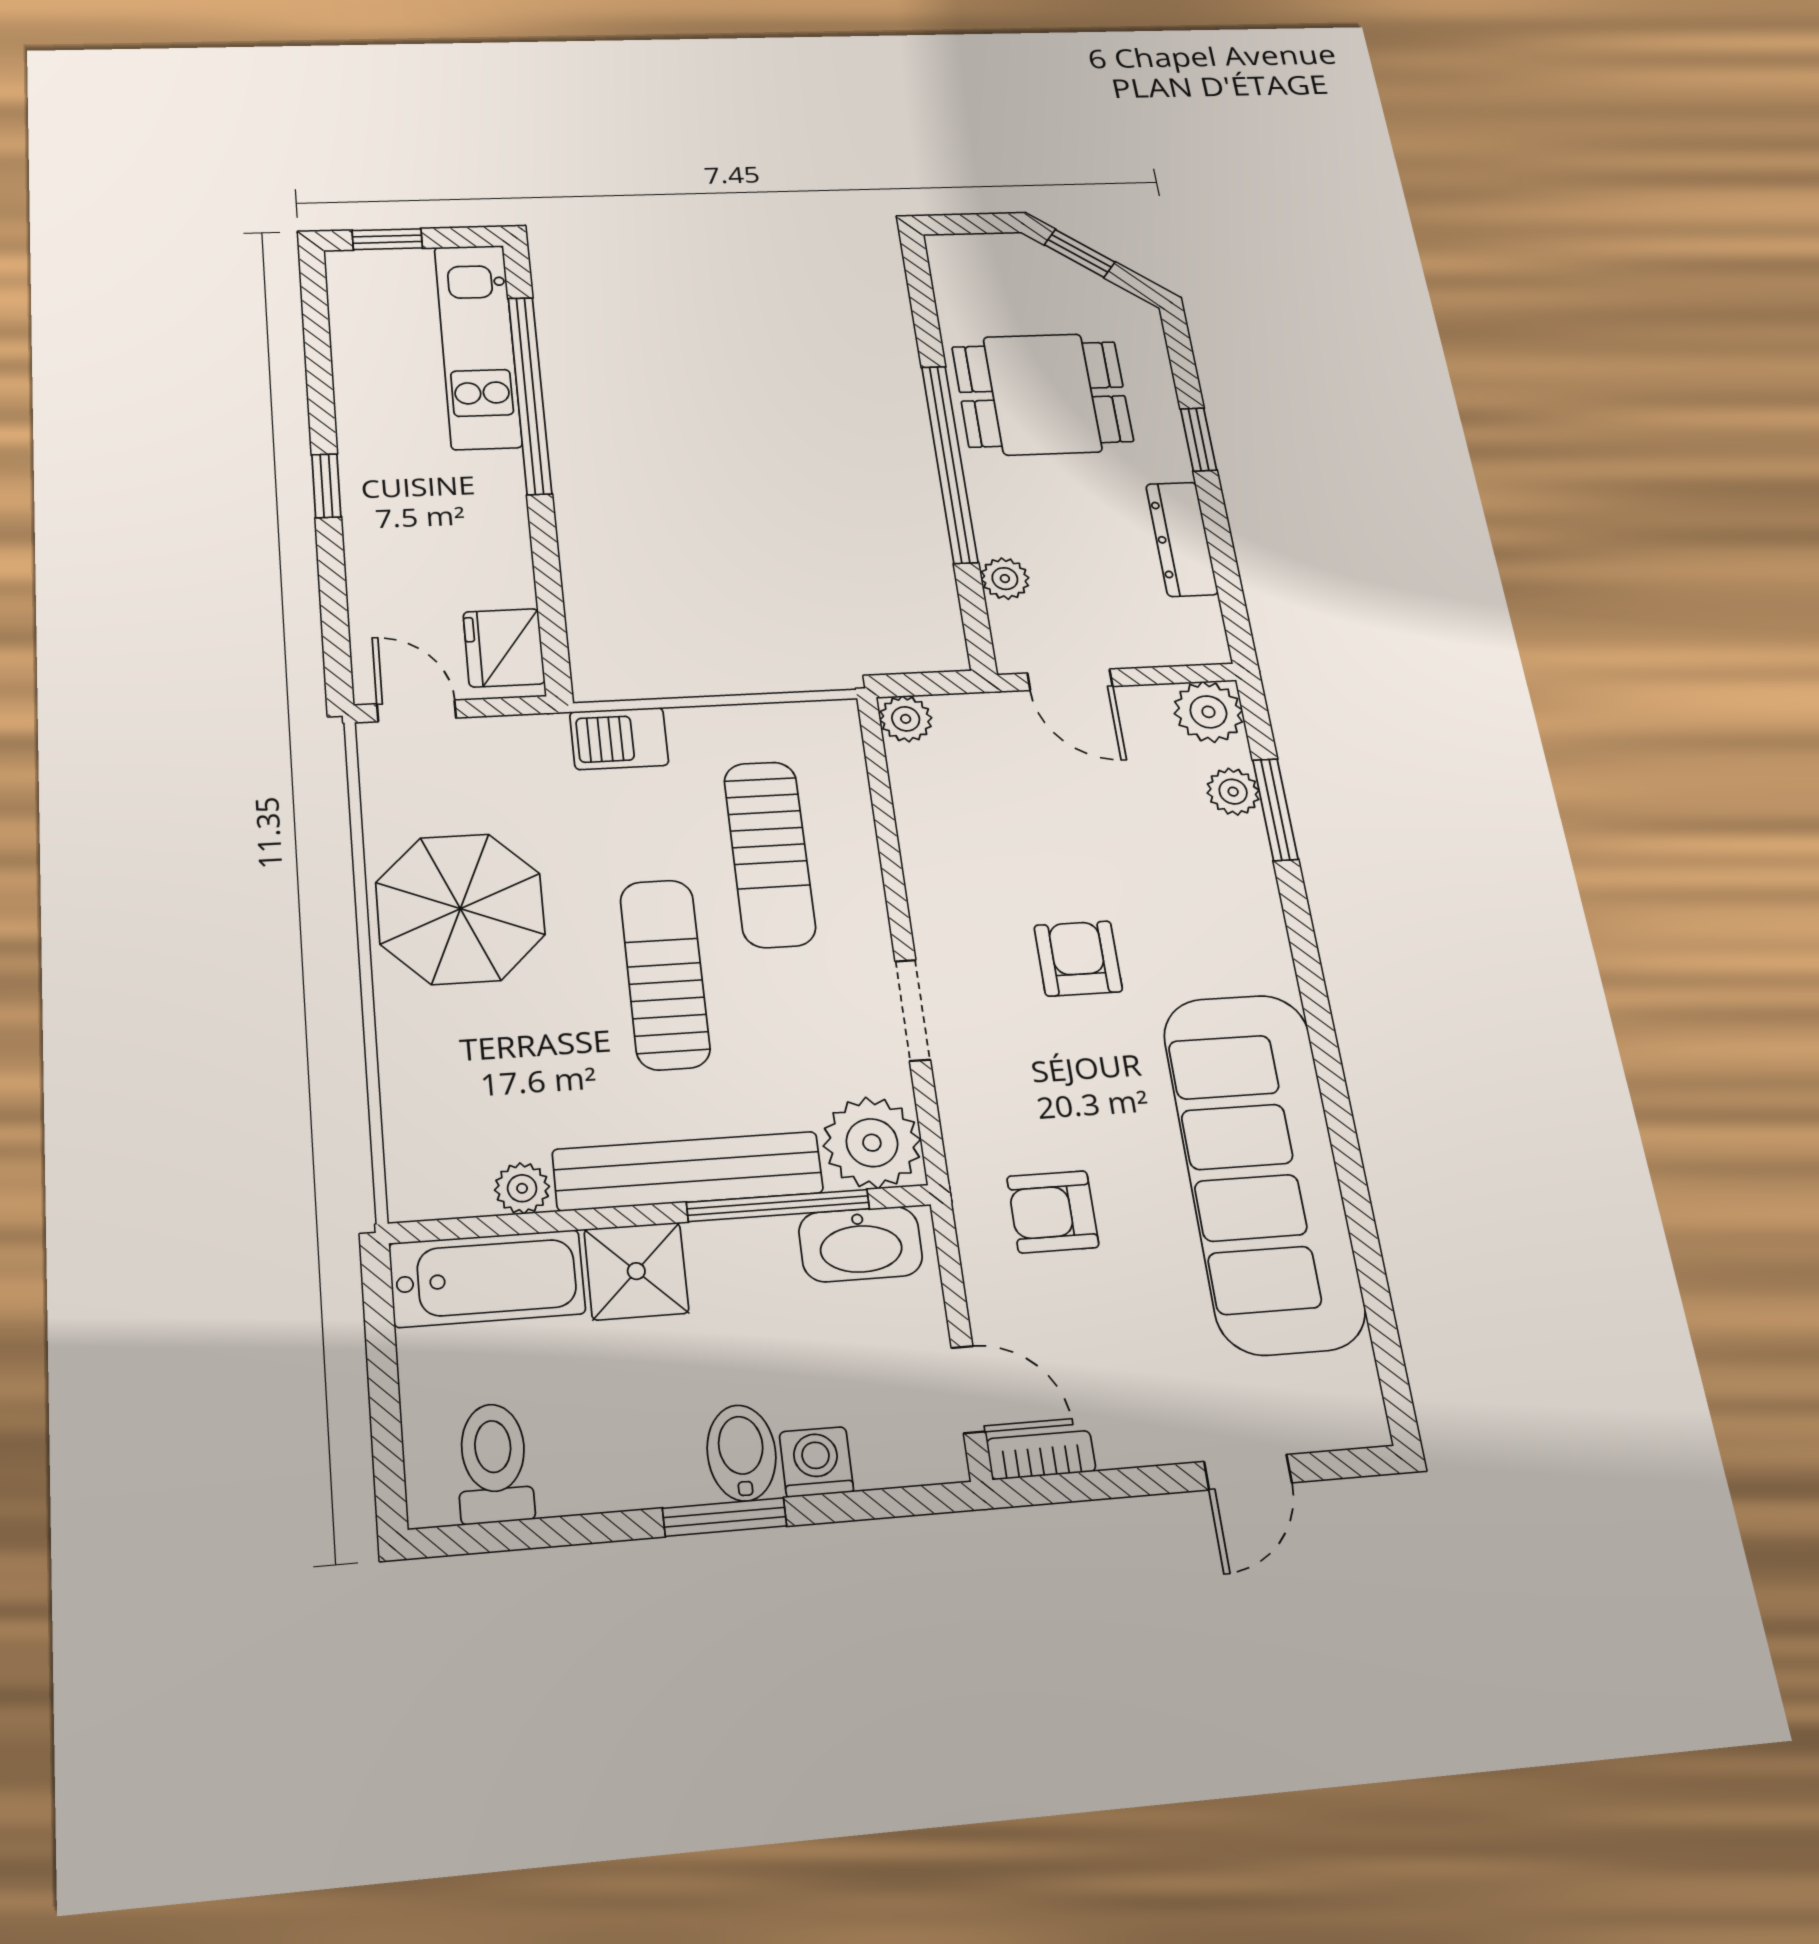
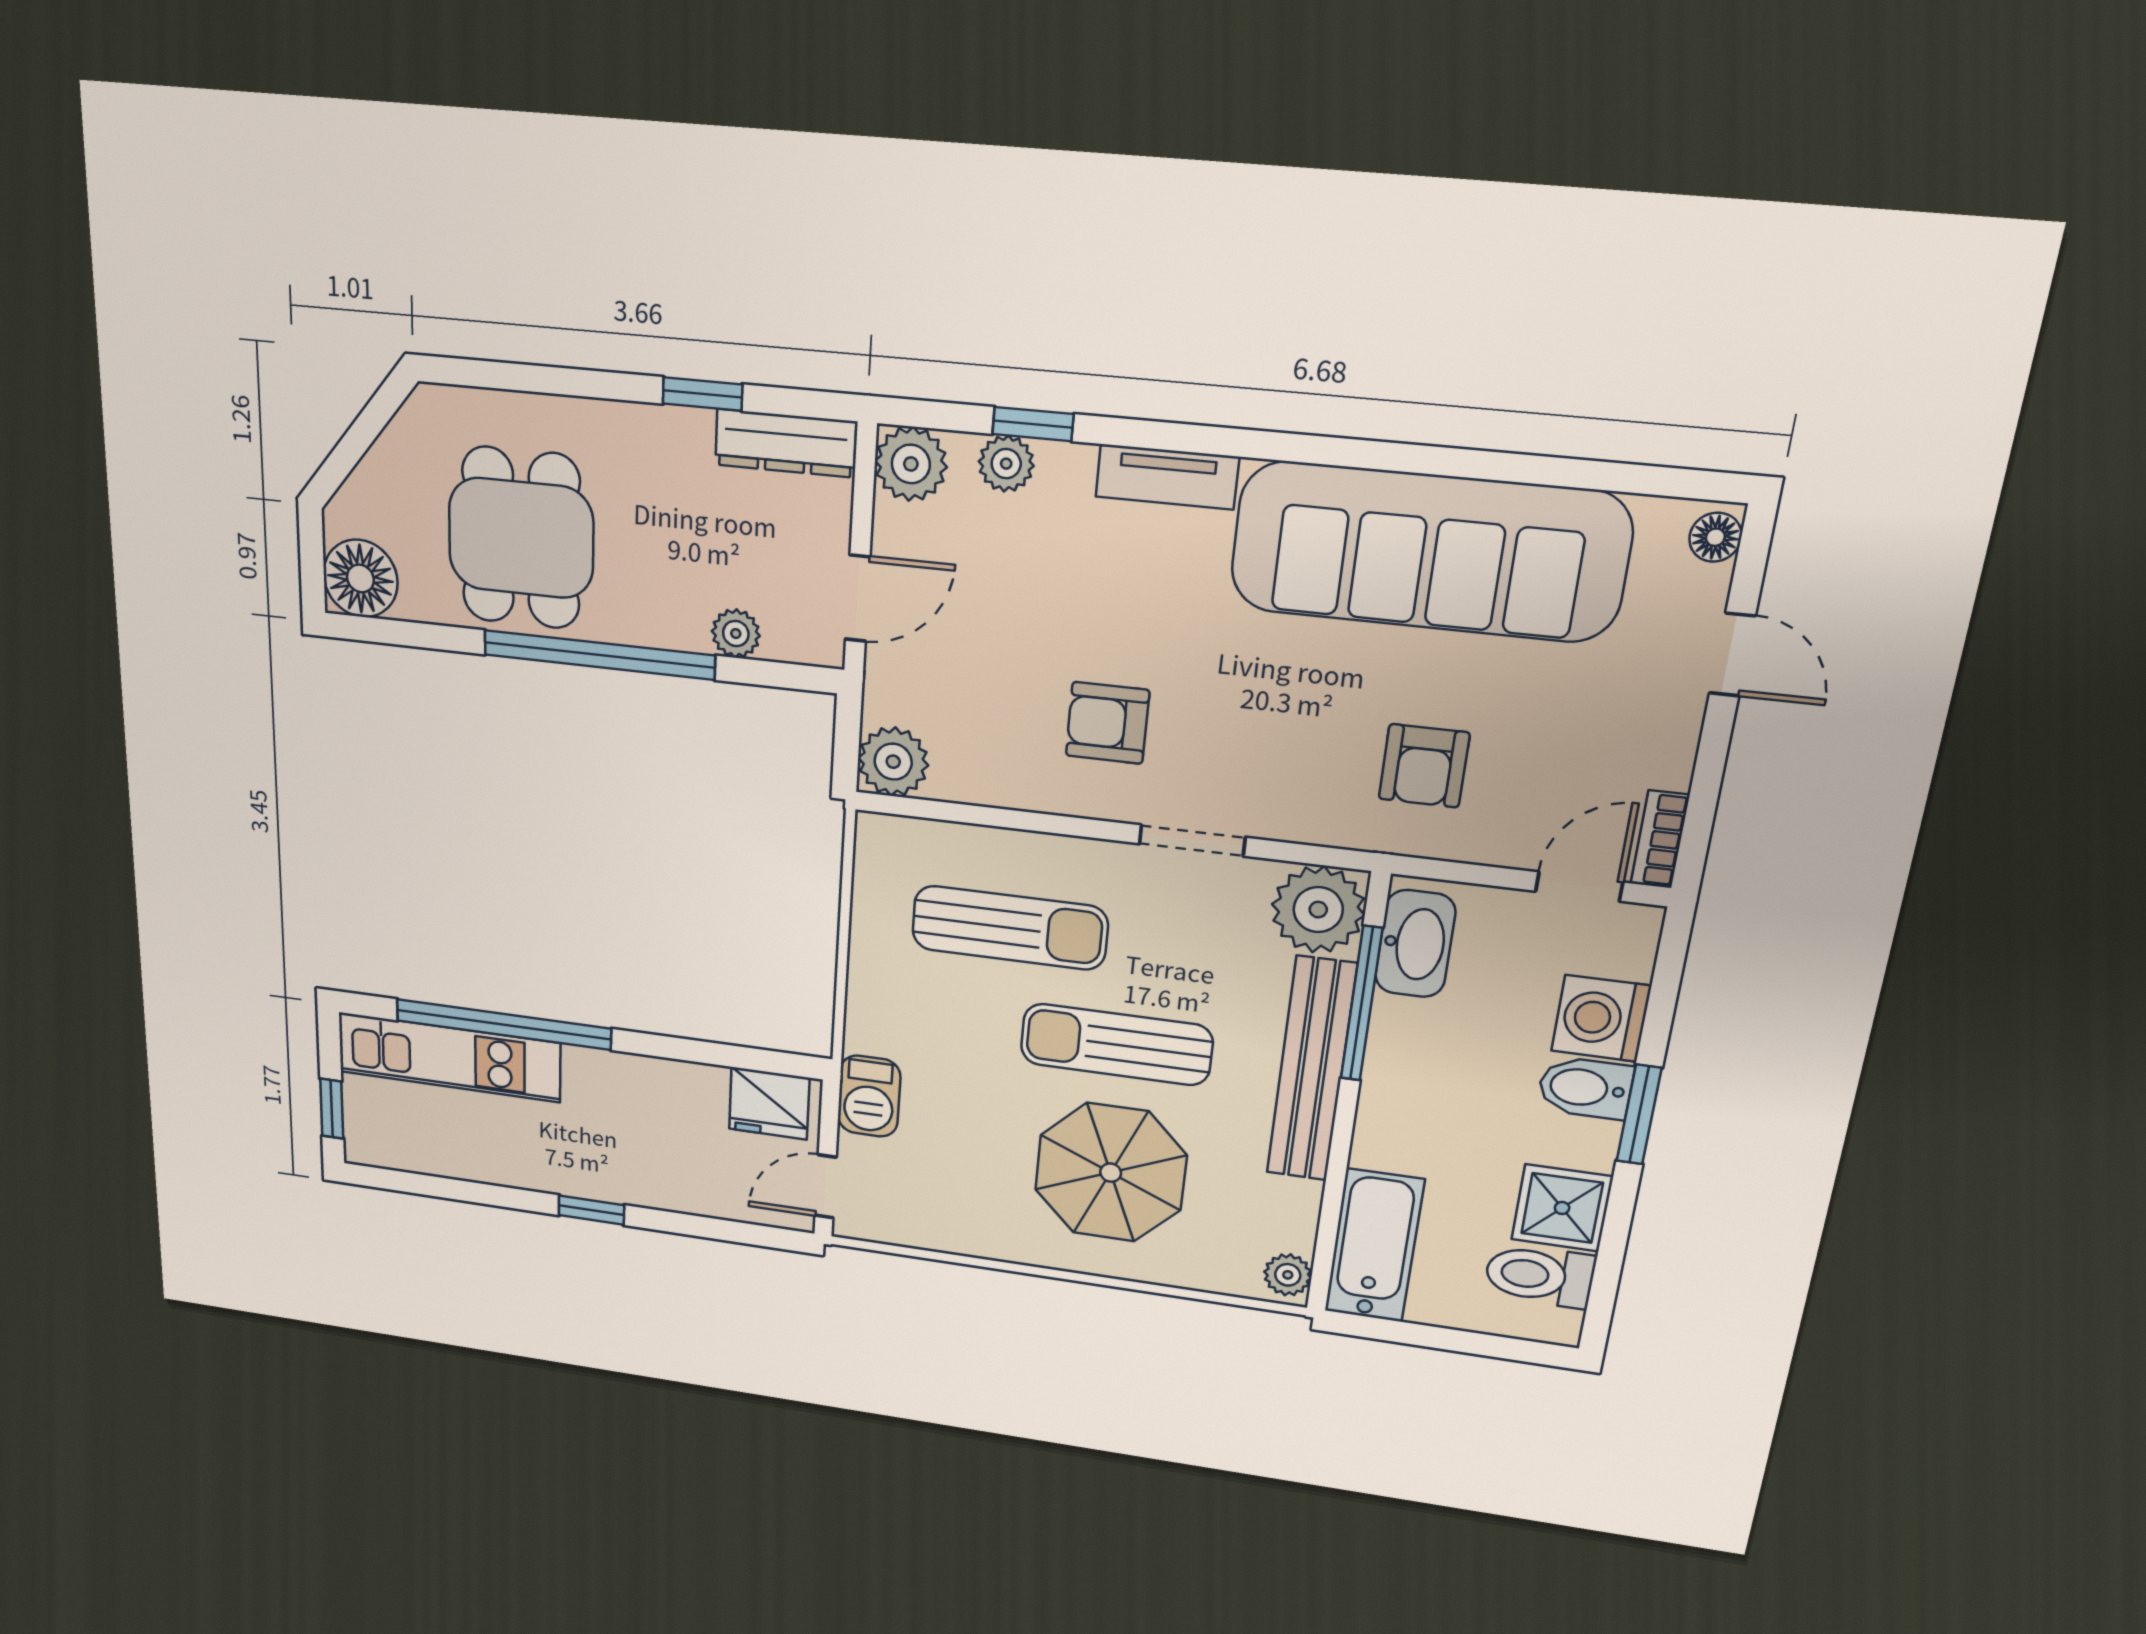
window: (1080, 253) -> (348, 452), removed
floor lamp: (965, 263) -> (360, 578), added
window: (1199, 439) -> (702, 394), moved
dresser: (1182, 539) -> (785, 443), moved
plant: (906, 719) -> (893, 762), width x1.38, depth x1.38
barbecue: (619, 739) -> (869, 1096), moved
window: (1275, 809) -> (1033, 424), width x0.67
parasol: (460, 909) -> (1111, 1173), moved
tv unit: (1263, 930) -> (1167, 477), added
armchair: (1078, 958) -> (1108, 723), moved
plant: (522, 1188) -> (1288, 1275), moved
shower: (636, 1271) -> (1562, 1208), moved
floor lamp: (1354, 1425) -> (1715, 537), added
washing machine: (816, 1462) -> (1601, 1018), width x1.38, depth x1.38

